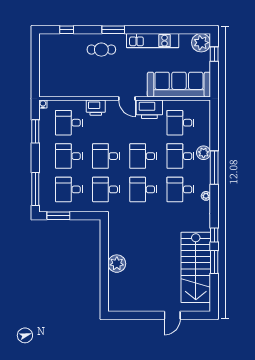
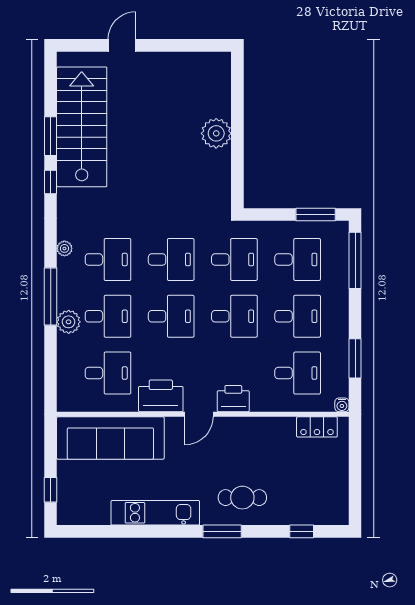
plant: (201, 43) -> (73, 509), removed
locker: (58, 91) -> (317, 427), added
door: (127, 98) -> (199, 414), swing flipped
printer: (96, 108) -> (233, 399), moved

